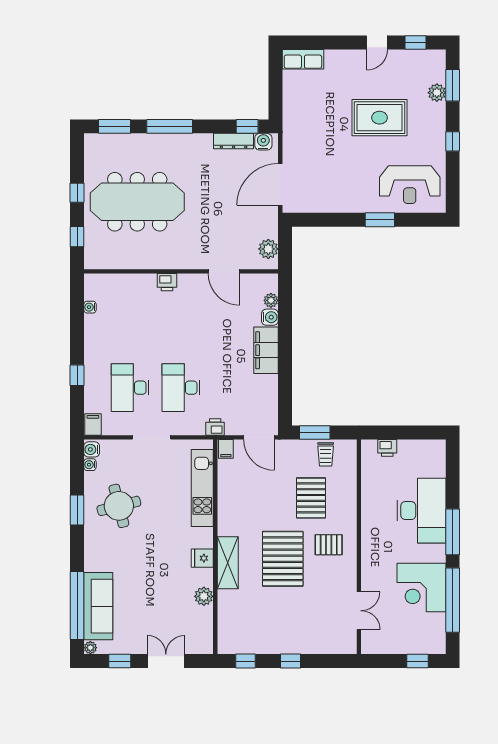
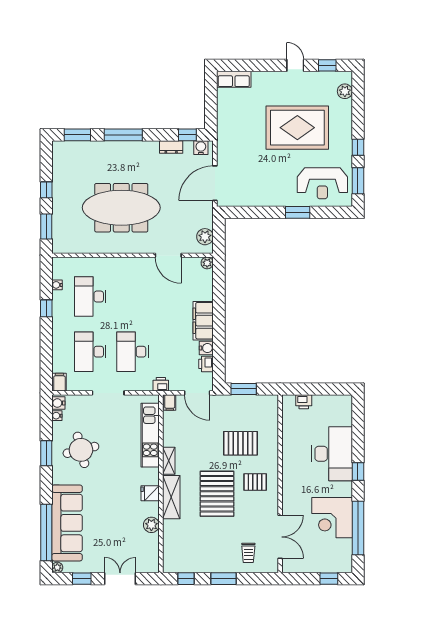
door: (377, 43) -> (295, 65), swing flipped
window: (453, 85) -> (358, 181), moved
plant: (437, 93) -> (345, 91), moved
rug: (379, 118) -> (297, 128), width x1.37, depth x1.44
dresser: (234, 141) -> (171, 147), width x0.70
meeting table: (137, 202) -> (121, 208), moved
window: (77, 237) -> (46, 226), width x1.50
printer: (167, 282) -> (206, 364), moved, turned 90
plant: (271, 300) -> (207, 263), moved
water cooler: (270, 317) -> (206, 348), moved
desk: (130, 321) -> (90, 297), added
window: (77, 375) -> (46, 308), moved
trolley: (326, 454) -> (248, 553), moved
pallet: (311, 498) -> (241, 443), turned 90
shelving: (225, 519) -> (169, 461), added
window: (453, 532) -> (358, 471), width x0.46
sofa: (98, 606) -> (67, 523), width x1.36, depth x1.27
double door: (359, 611) -> (280, 537), width x1.37
window: (291, 661) -> (223, 579), width x1.50

